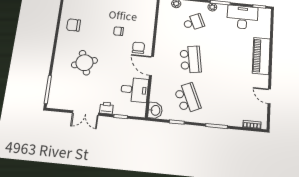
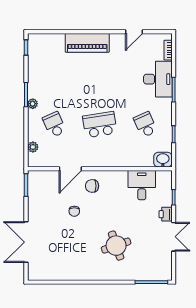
desk: (242, 17) -> (158, 79), moved, turned 180
chair: (74, 25) -> (72, 264), removed
door: (151, 66) -> (70, 169), moved
school desk: (187, 98) -> (145, 125), width x0.54

